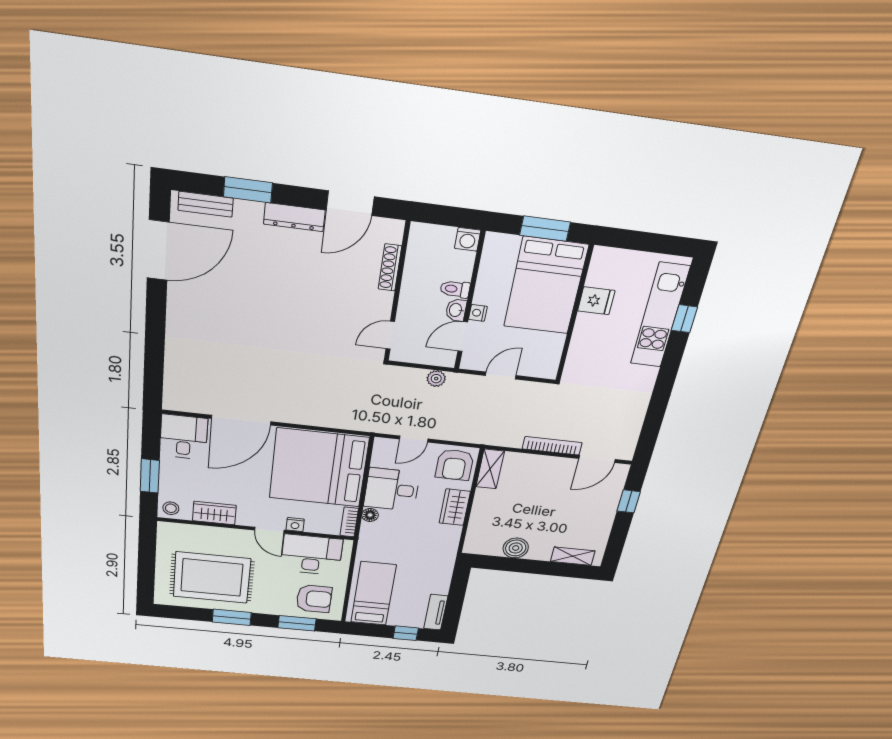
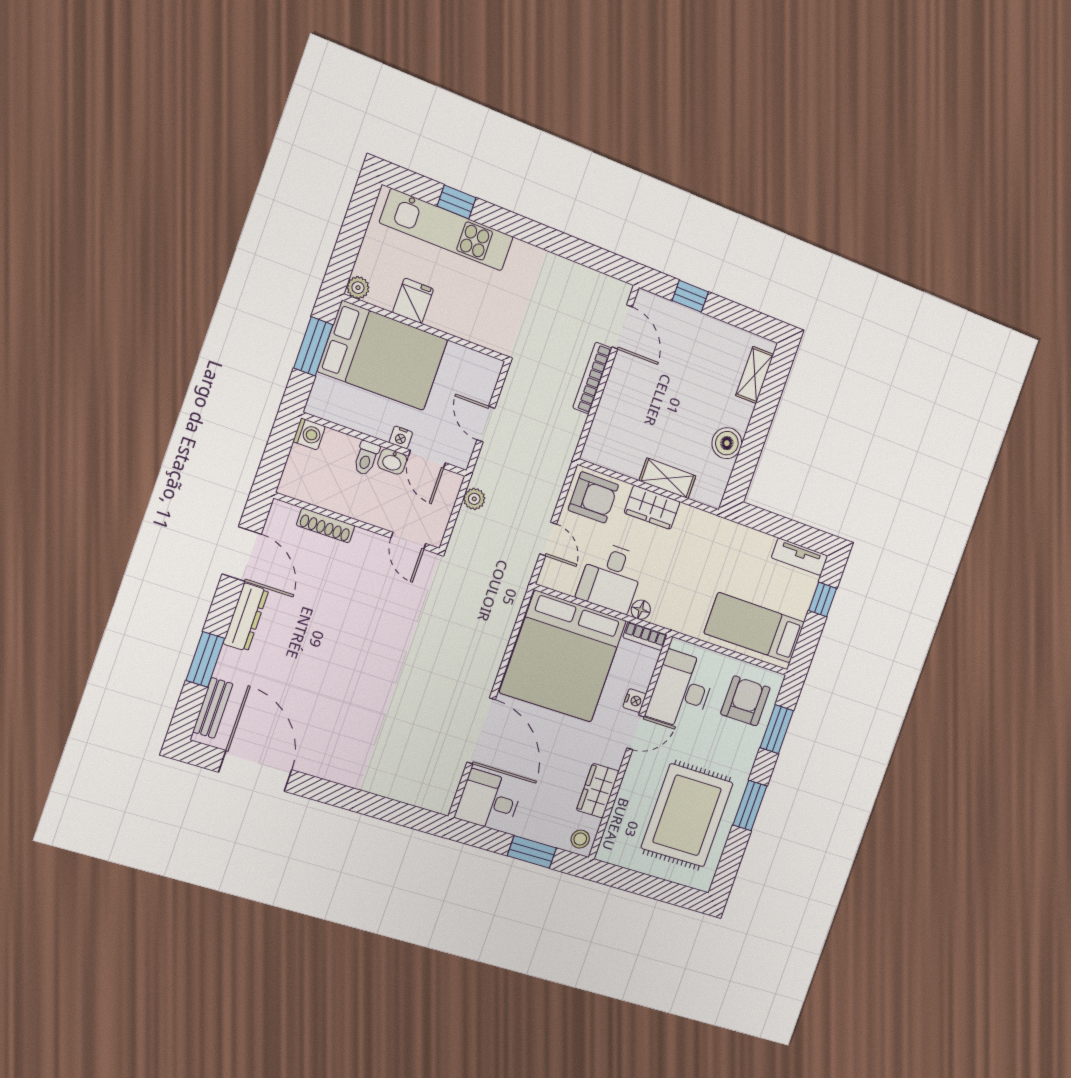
plant: (601, 255) -> (358, 288), added
shelving: (490, 469) -> (667, 478), moved

